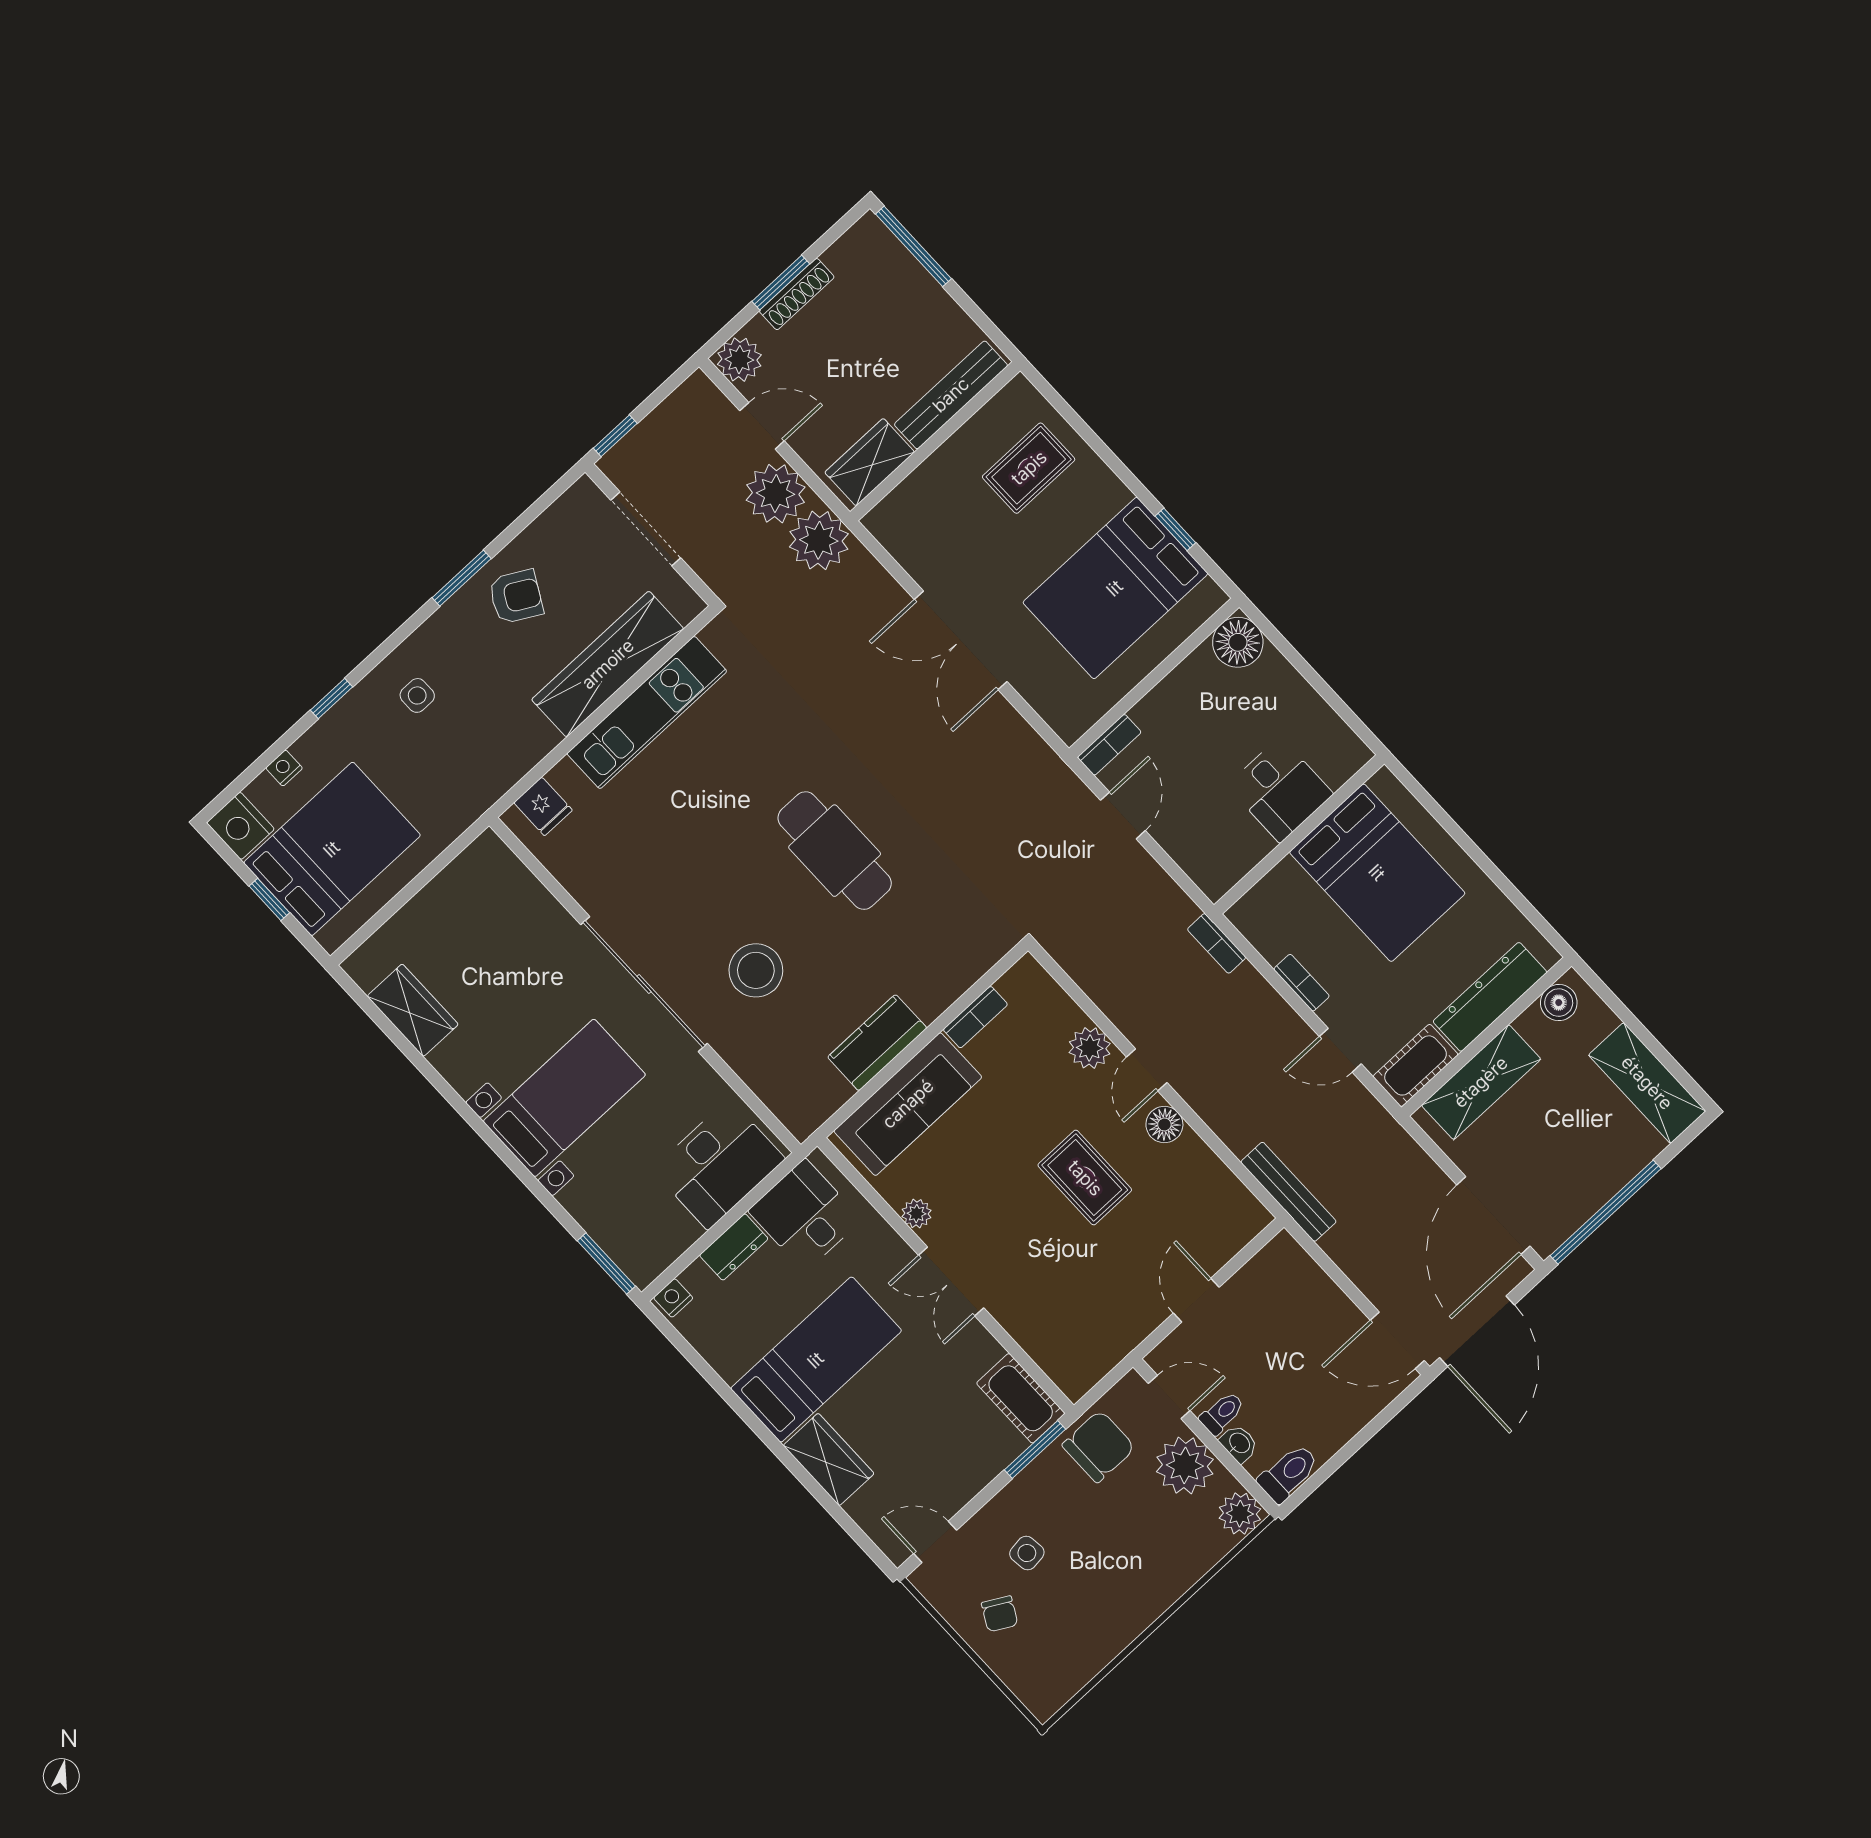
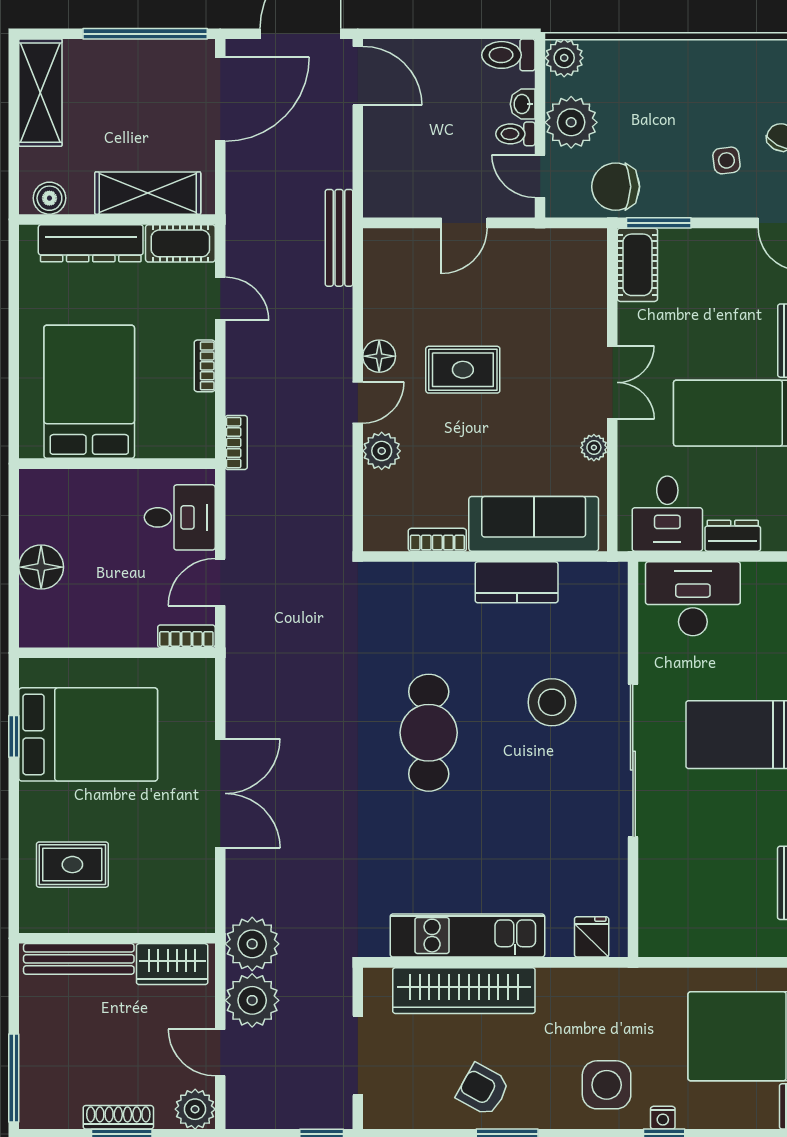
floor lamp: (1238, 642) -> (41, 567), moved
side table: (417, 695) -> (607, 1085), width x1.87, depth x1.87
nightstand: (284, 768) -> (663, 1118), moved
desk: (1280, 790) -> (180, 517), moved, turned 90
rug: (1085, 1178) -> (463, 370), turned 90

